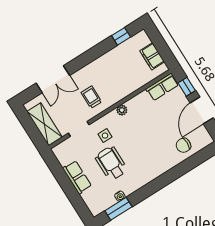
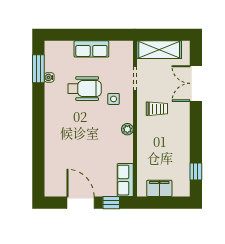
chair: (183, 145) -> (59, 166), removed

